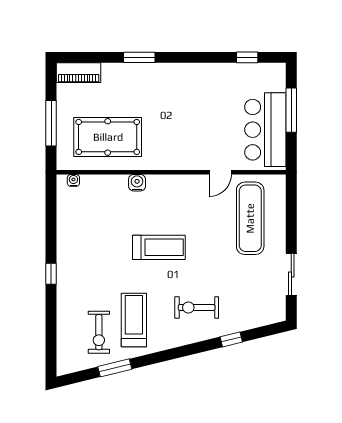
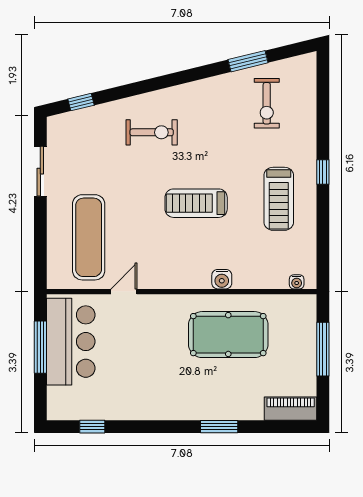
window: (291, 110) -> (40, 347), moved
pool table: (108, 137) -> (228, 335), moved
treadmill: (134, 320) -> (279, 199), moved
exercise bike: (99, 332) -> (267, 103), turned 180
window: (231, 339) -> (81, 102), moved

